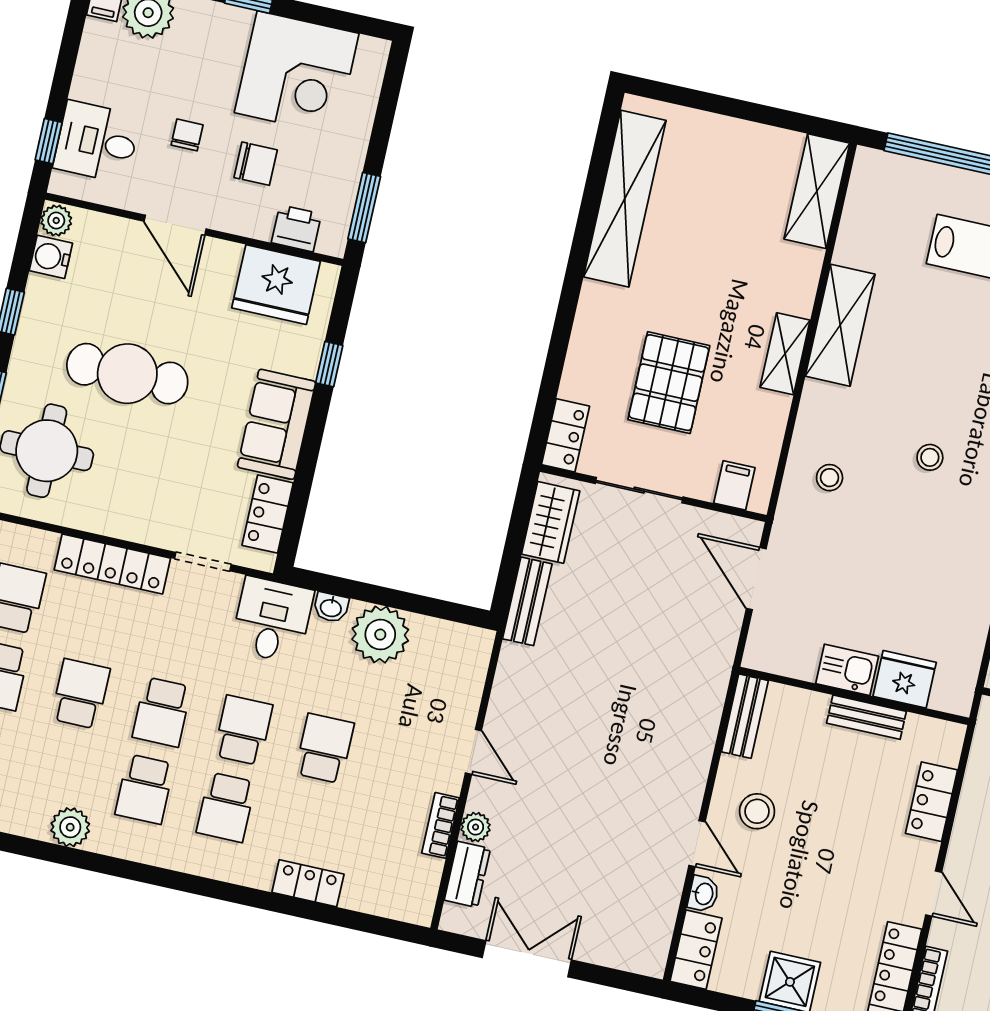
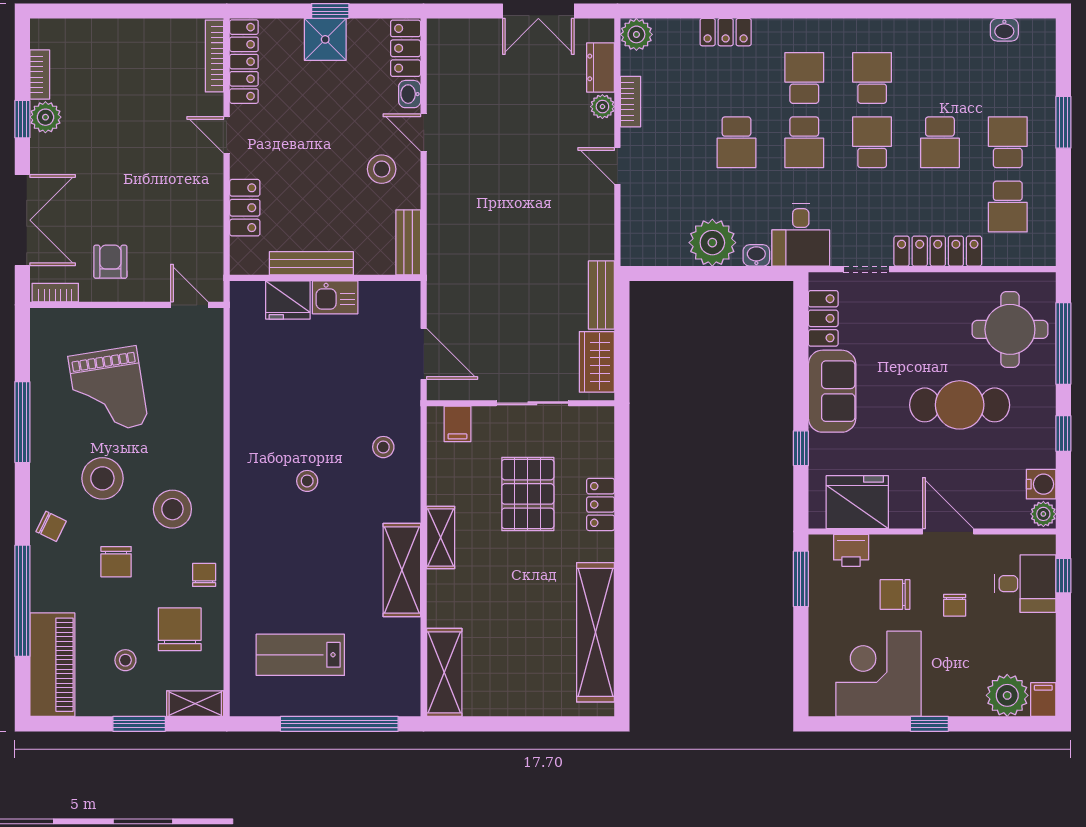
locker: (565, 435) -> (601, 504), moved
bench: (866, 717) -> (311, 263), width x1.36
plant: (70, 827) -> (636, 34), moved

